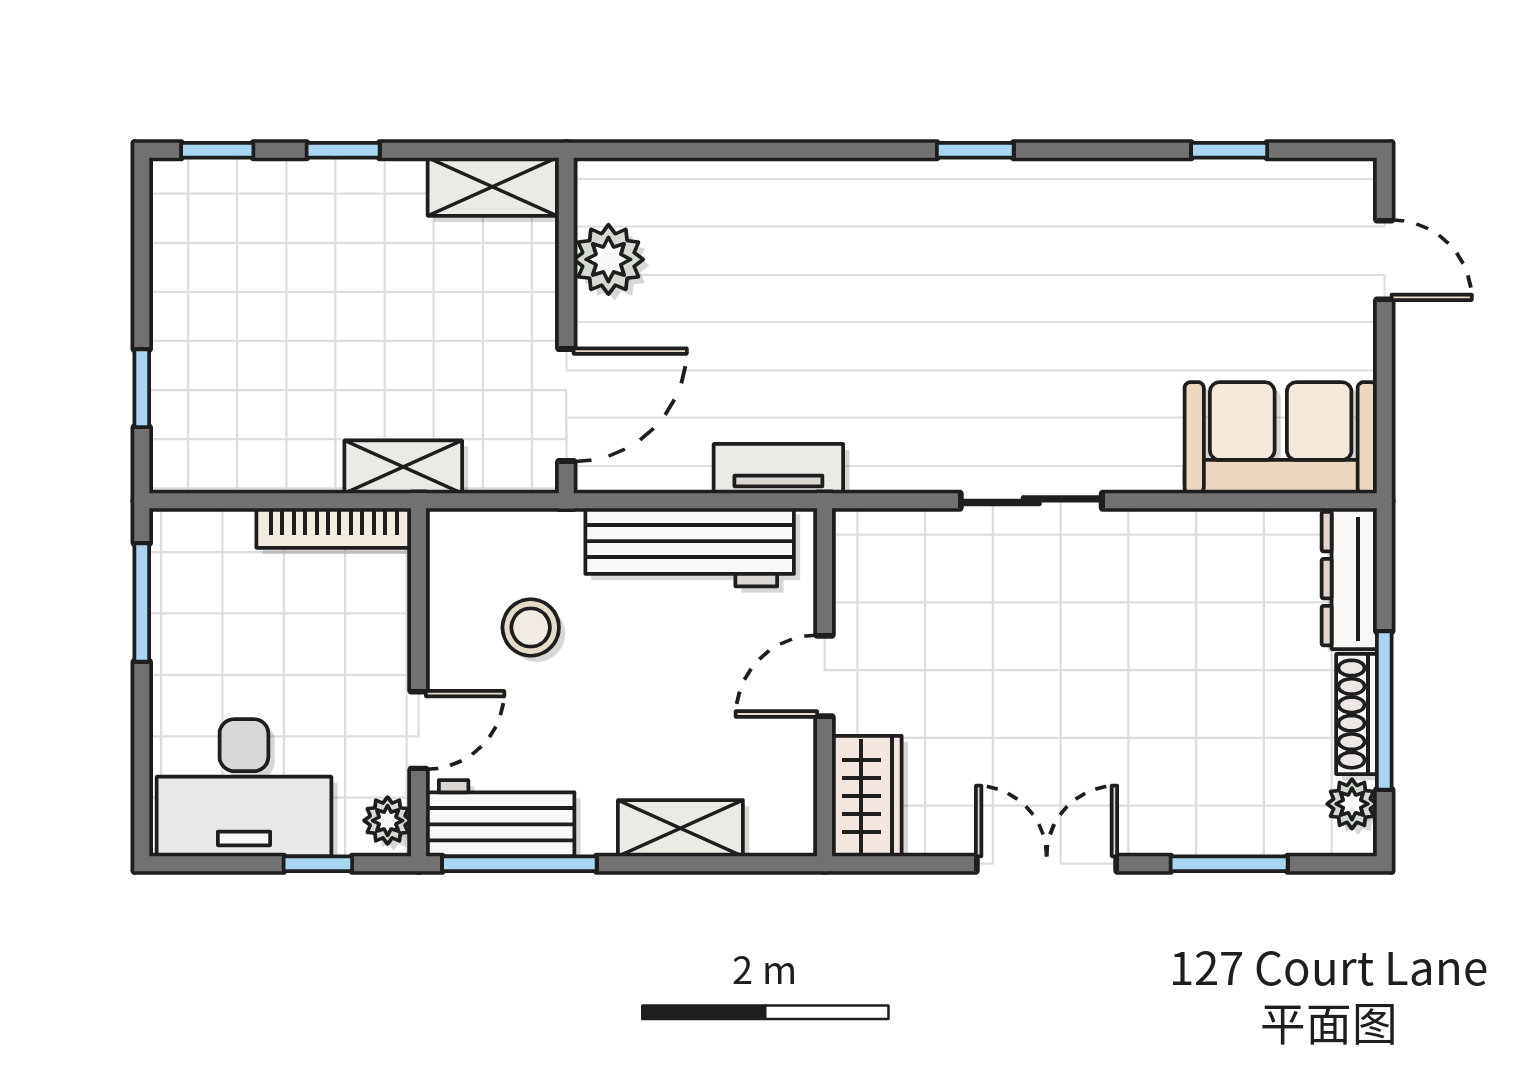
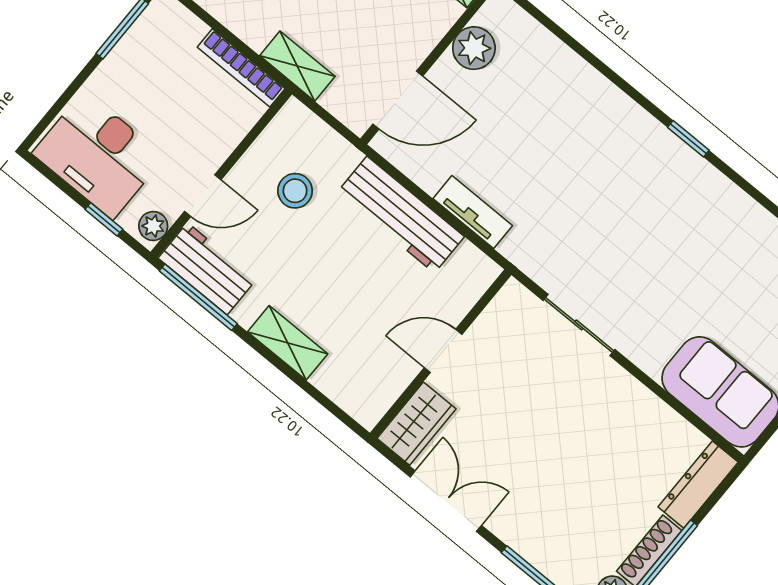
door: (825, 676) -> (443, 351), moved
wall: (825, 682) -> (441, 354), moved
wardrobe: (867, 796) -> (416, 424), moved

